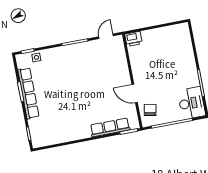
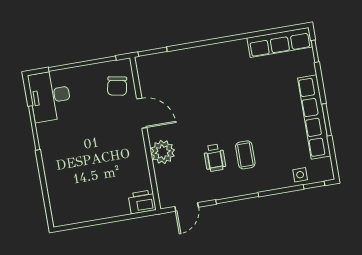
wheelchair: (89, 67) -> (215, 158), added
coffee table: (70, 69) -> (245, 155), added
plant: (121, 70) -> (163, 152), added
row of seats: (110, 127) -> (279, 42), moved

